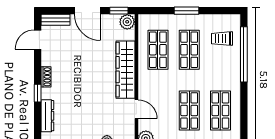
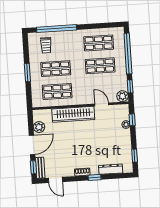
window: (119, 11) -> (33, 167), moved
plant: (127, 22) -> (39, 127), moved
door: (136, 109) -> (102, 104), hinge flipped

